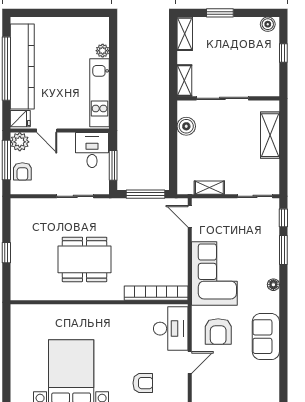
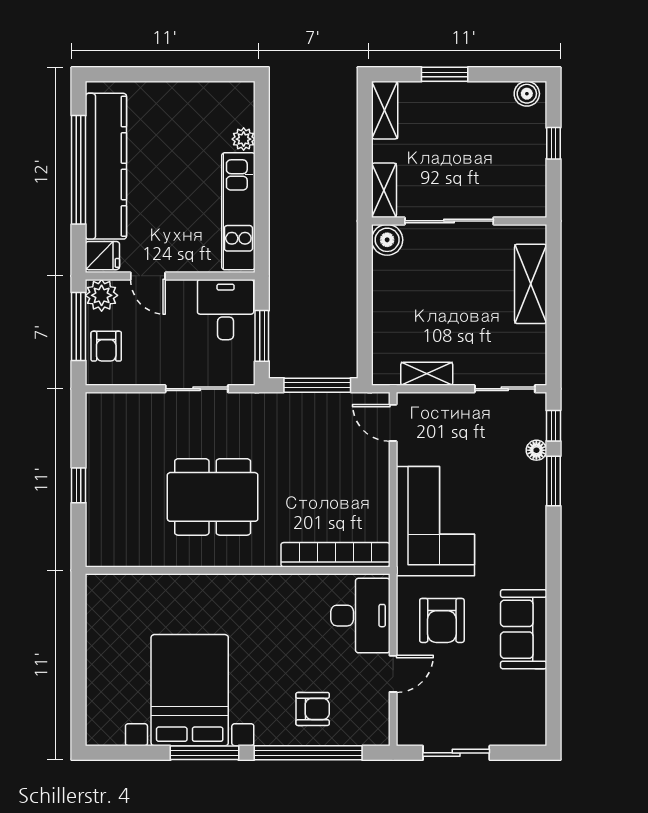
boiler: (186, 126) -> (387, 240), moved
floor lamp: (273, 285) -> (536, 450), moved

